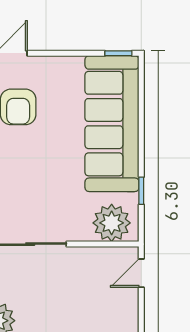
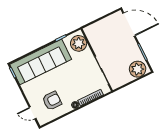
door: (141, 273) -> (92, 23), removed

